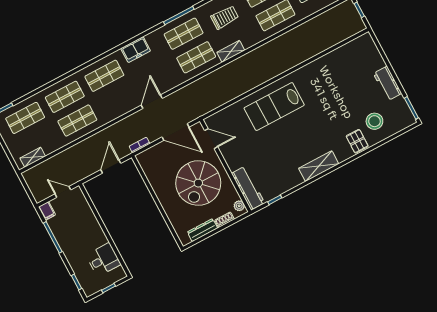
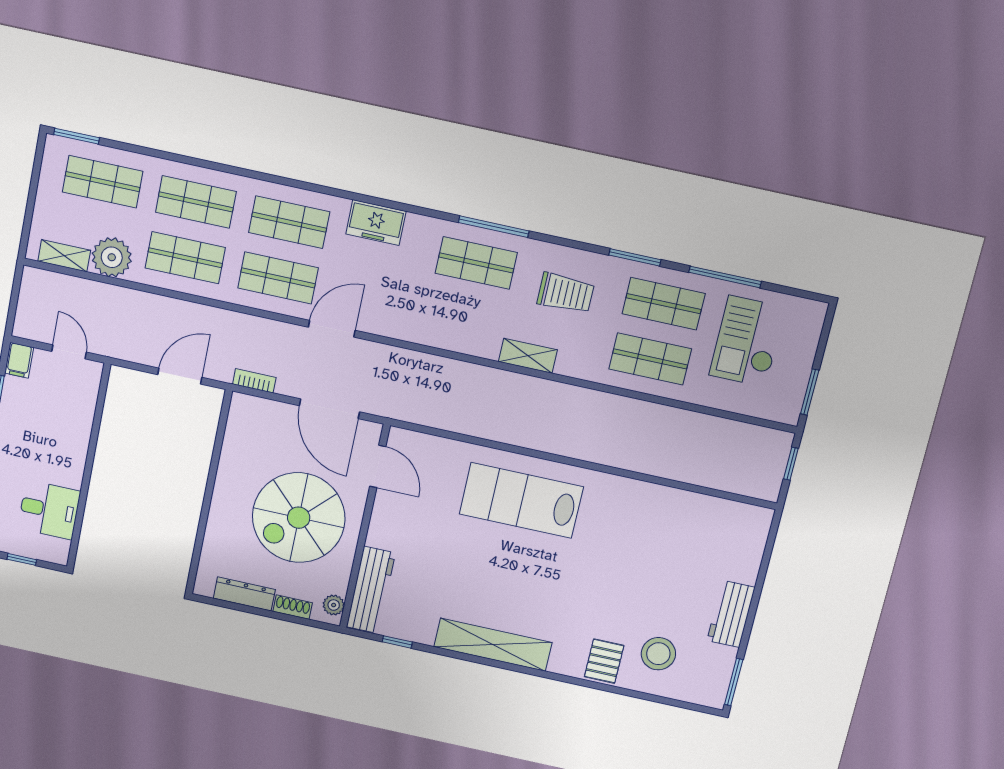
shop shelf: (196, 57) -> (278, 278), moved
plant: (50, 143) -> (112, 257), added
shelving: (319, 166) -> (493, 645), width x1.47

